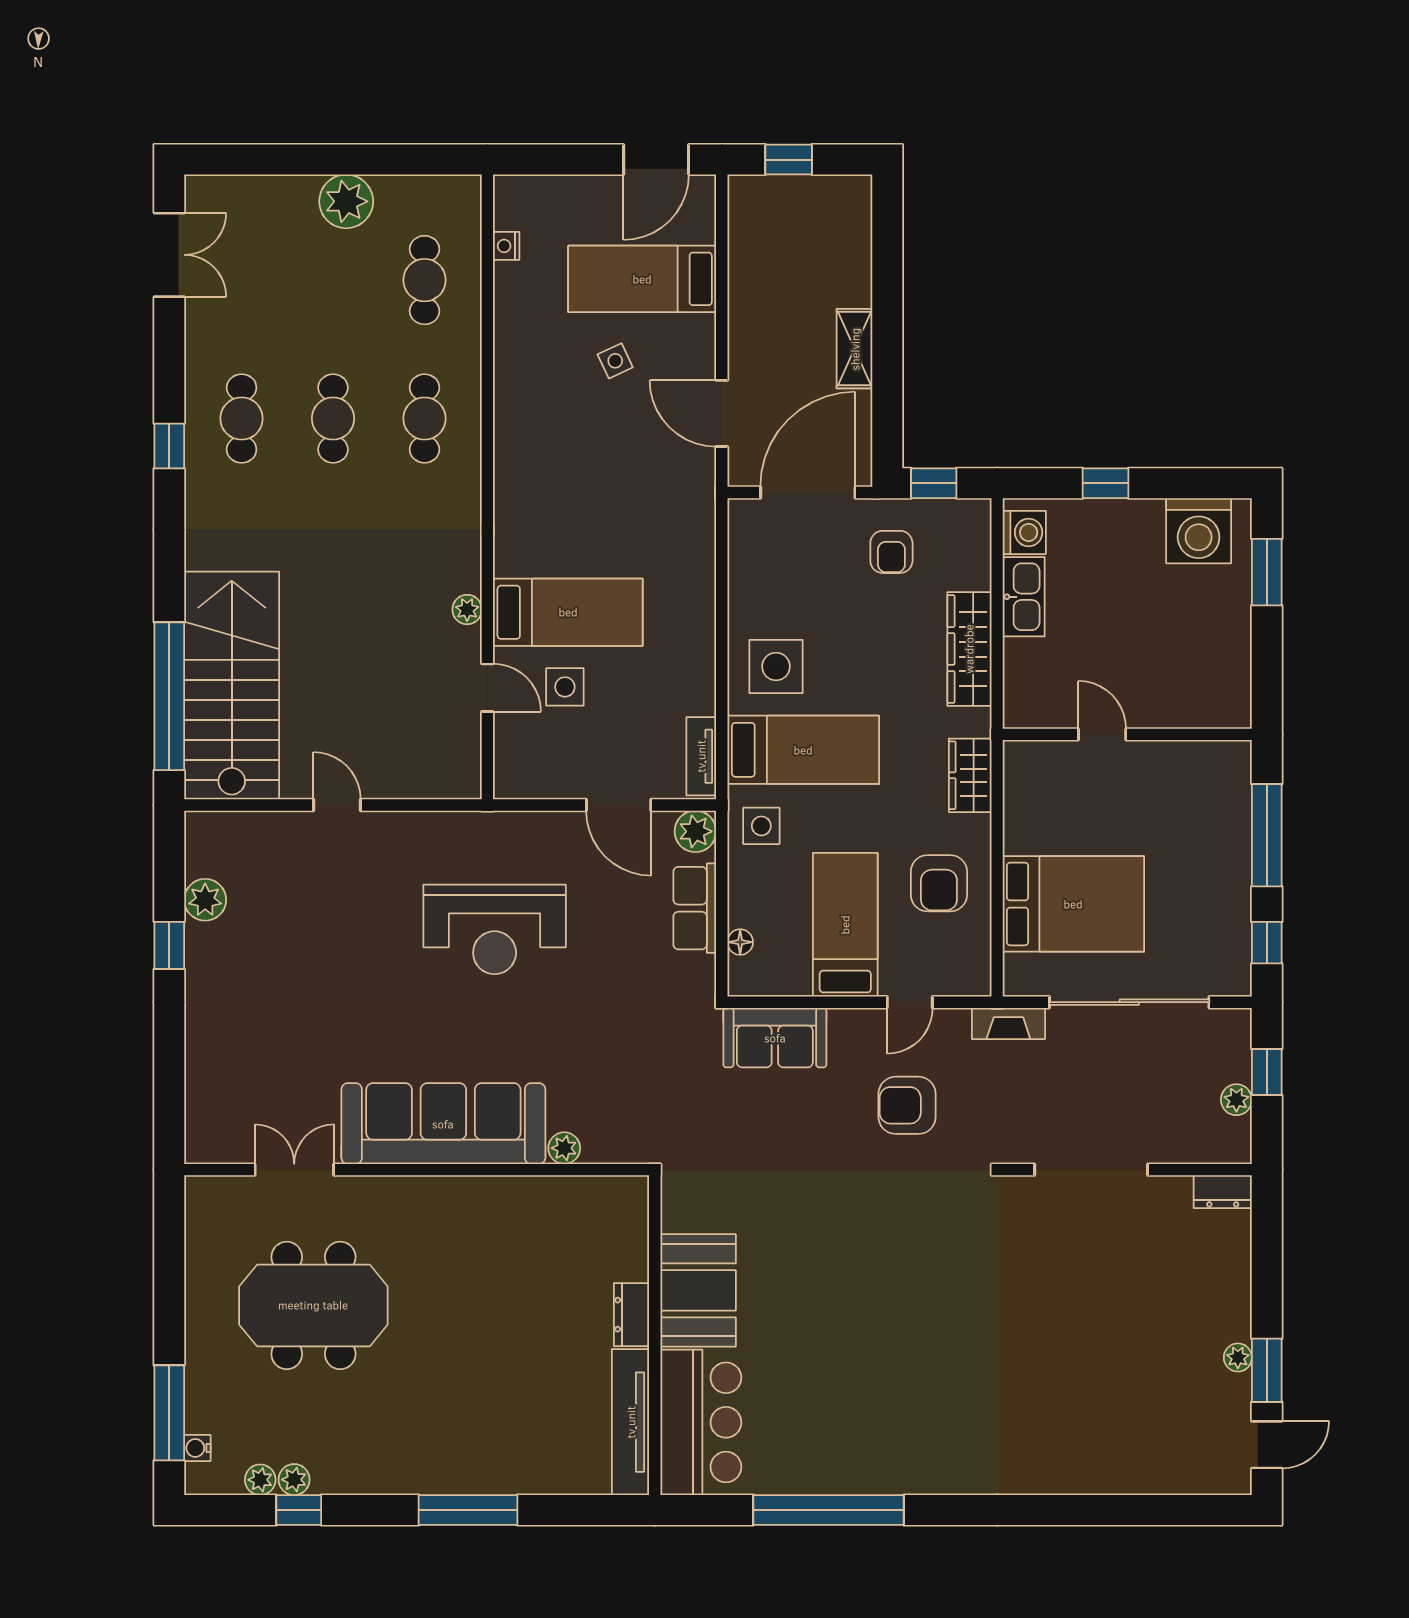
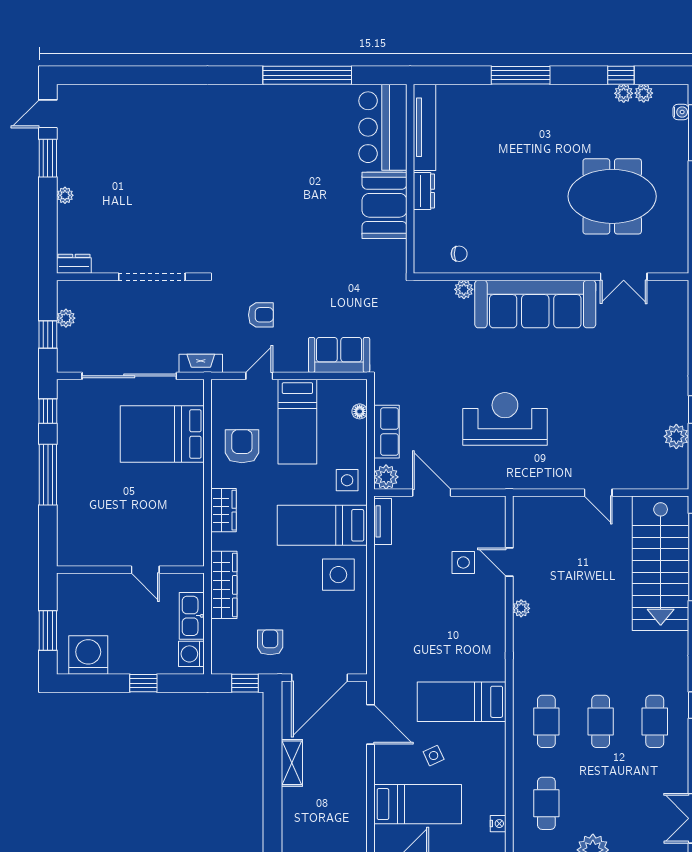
bed: (568, 612) -> (462, 702), moved
door: (1102, 734) -> (145, 570), moved
wall: (1127, 734) -> (130, 570), moved
armchair: (907, 1105) -> (261, 315), width x0.72, depth x0.72
chair: (572, 1208) -> (459, 254), added
plant: (1238, 1358) -> (65, 195), moved

